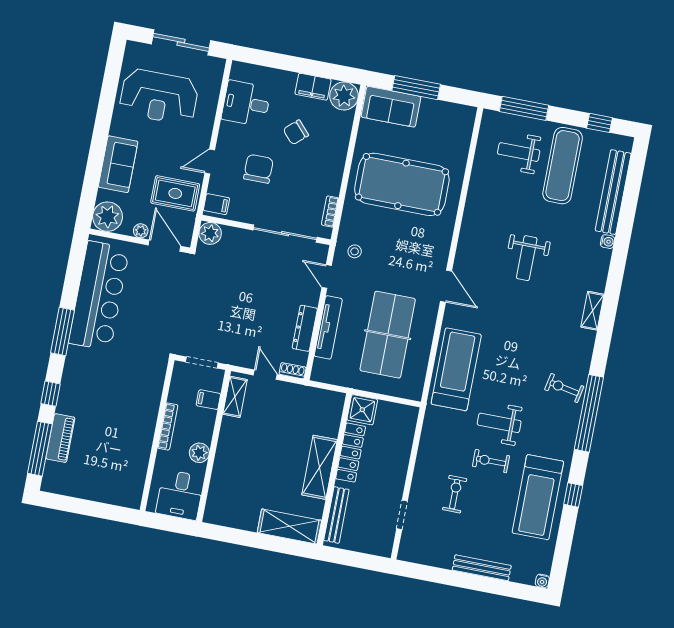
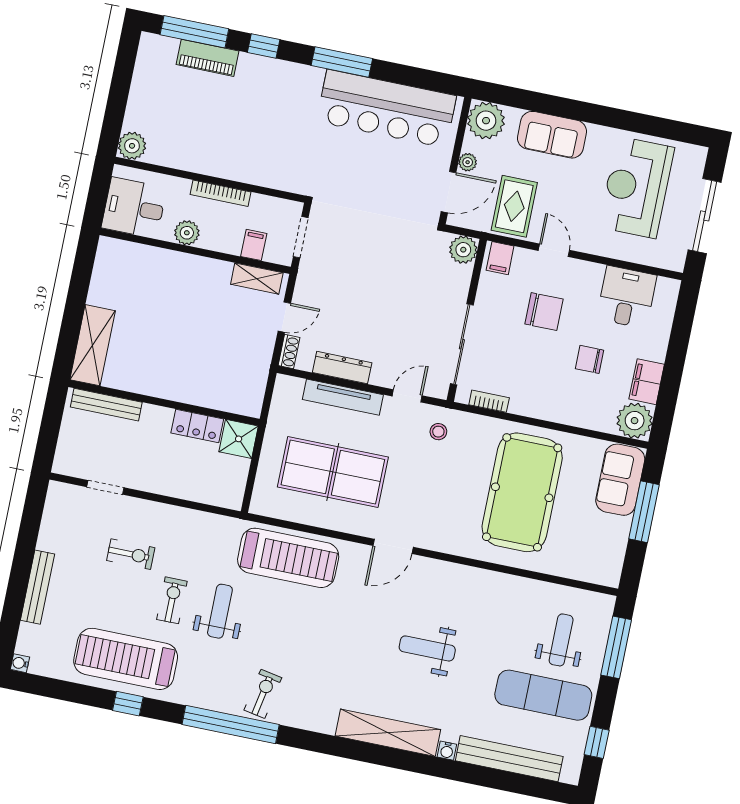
chair: (296, 132) -> (589, 359), turned -48
shelving: (592, 311) -> (388, 733), width x2.20, depth x1.33
locker: (351, 453) -> (197, 426), width x0.66
shelving: (319, 467) -> (167, 384), removed
plant: (131, 497) -> (132, 146), added

